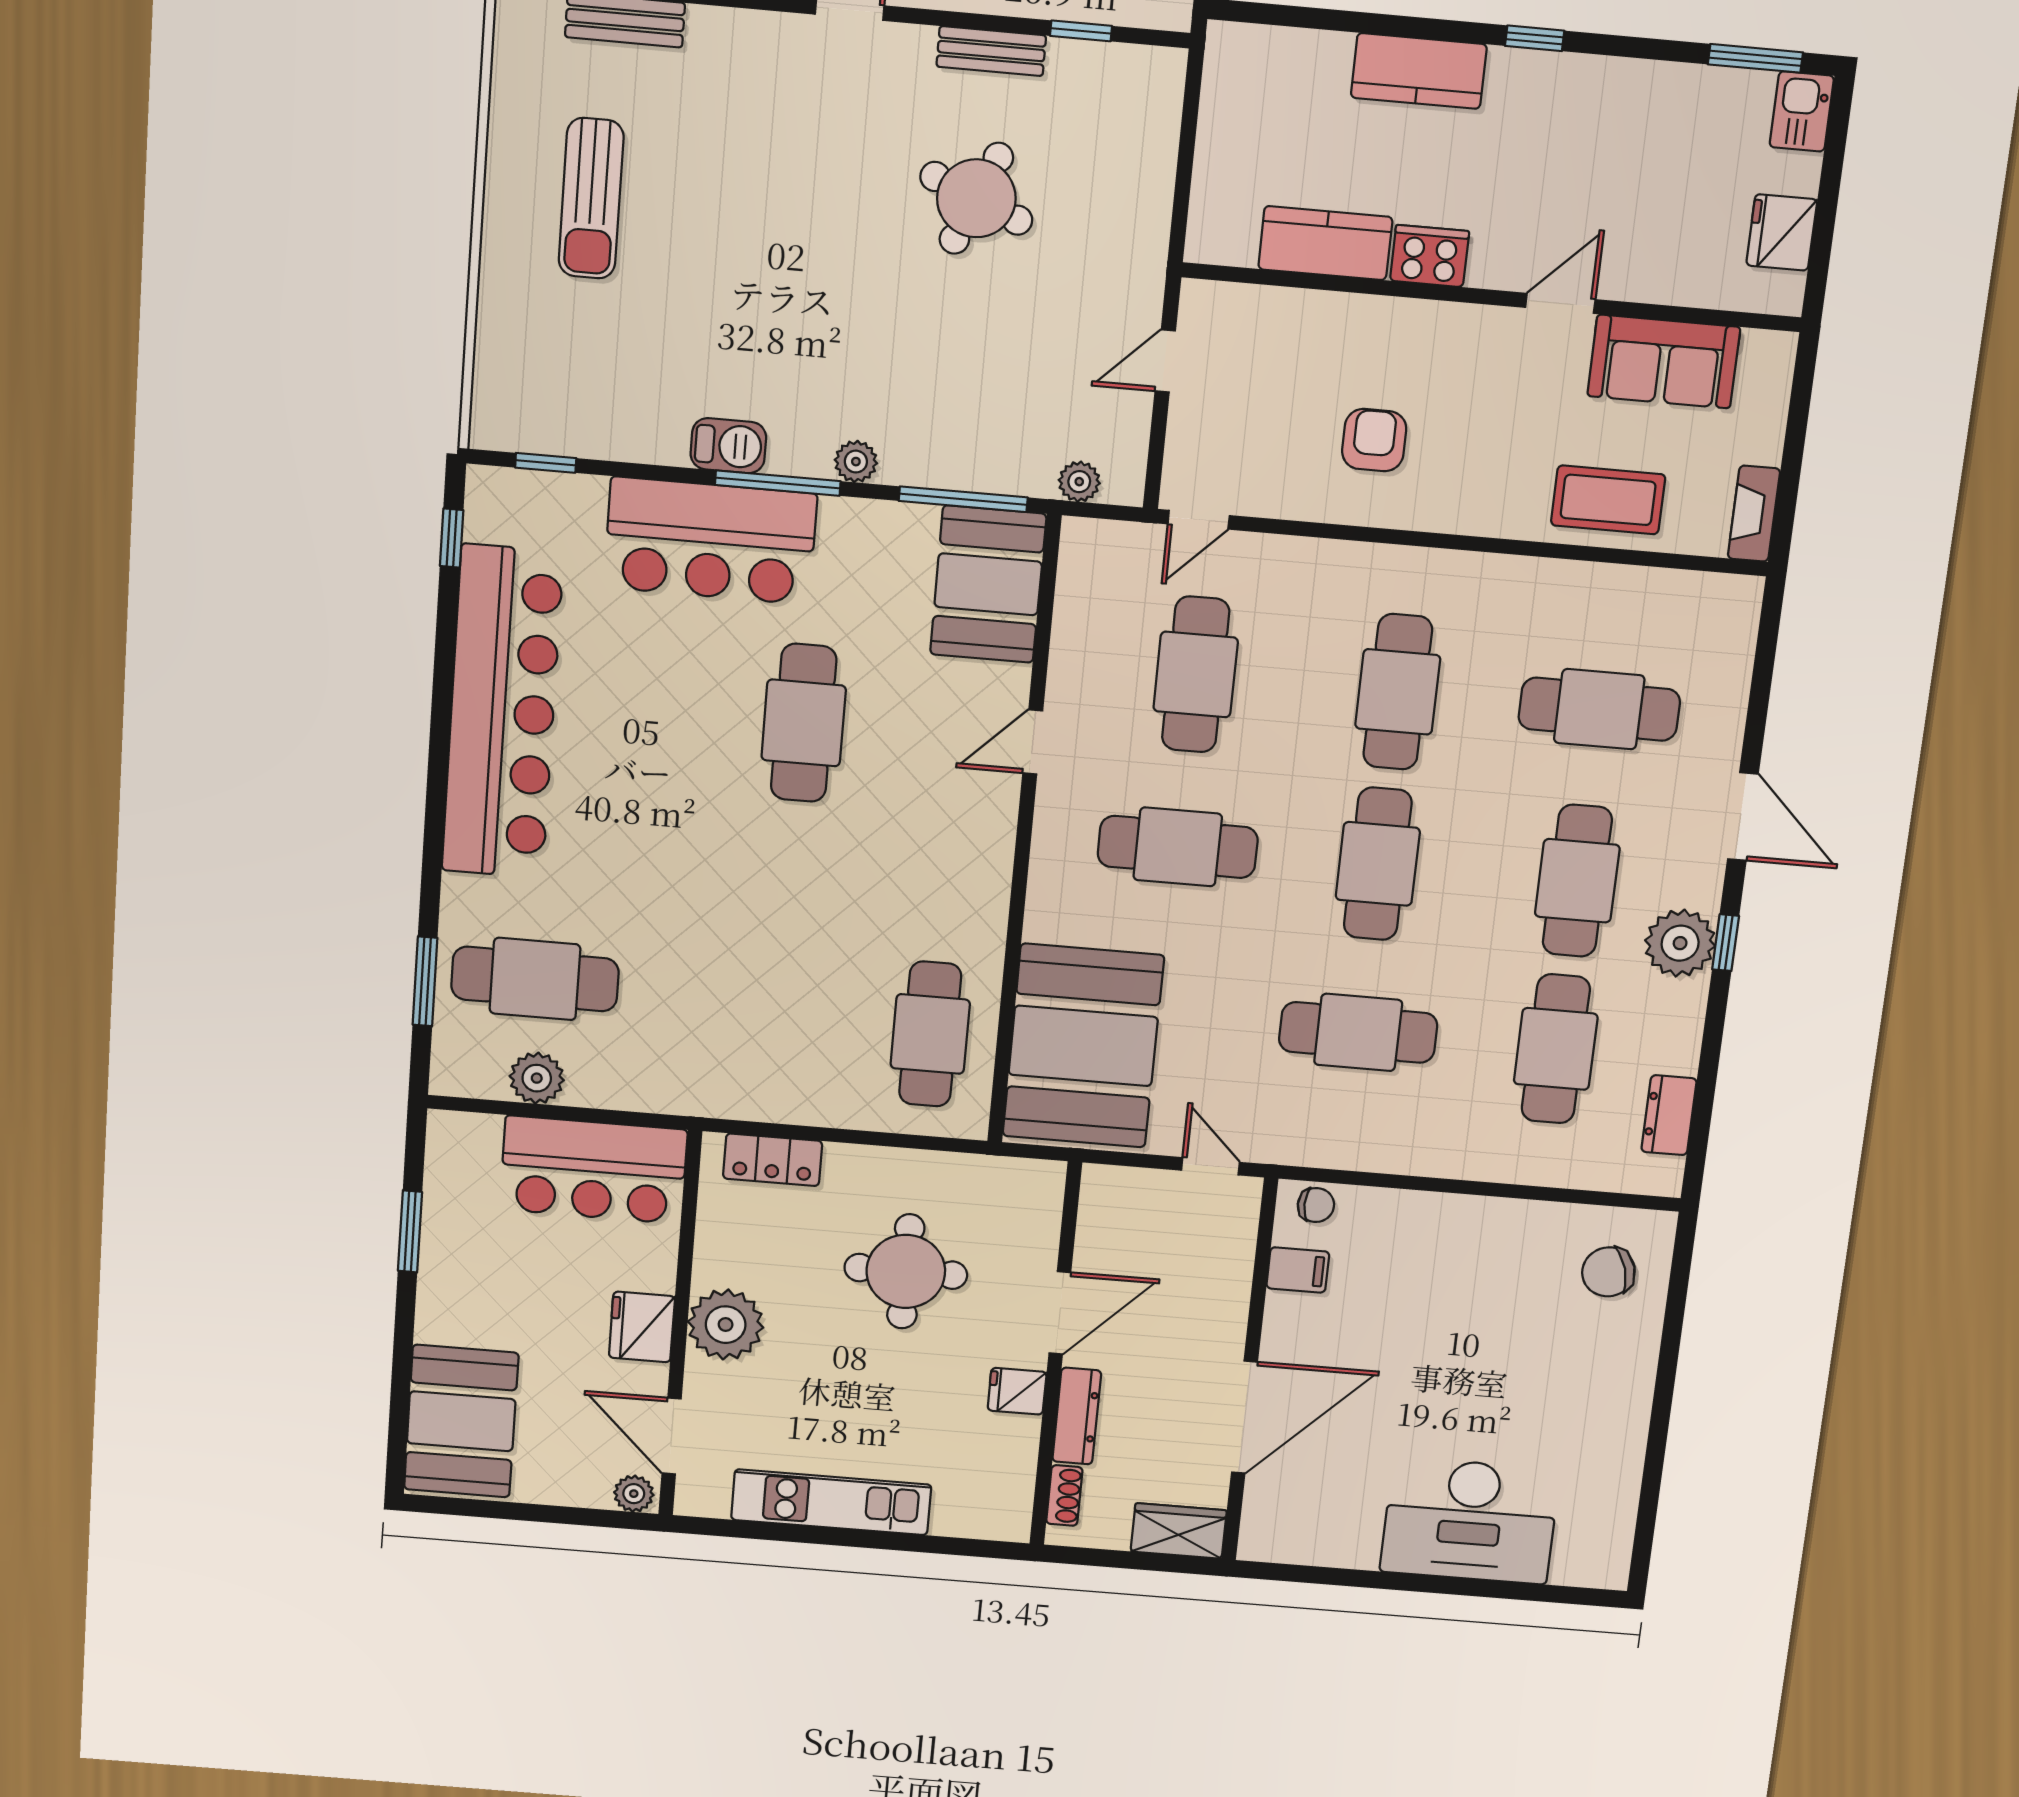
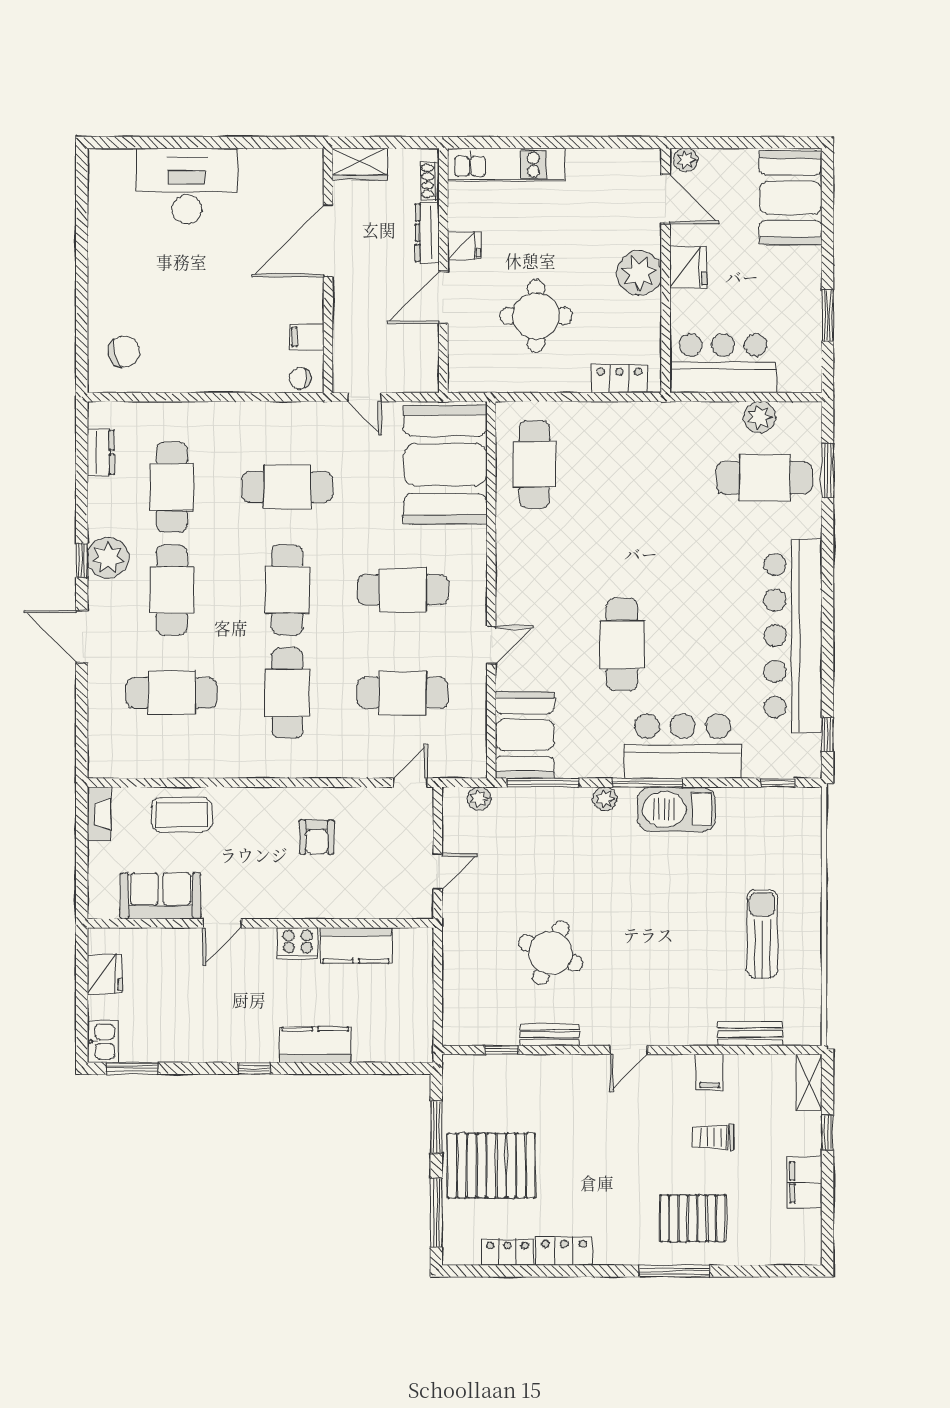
barbecue: (728, 446) -> (677, 809), width x1.88, depth x1.53
cafe table: (1196, 674) -> (403, 693), turned 90
kitchen unit: (831, 1502) -> (506, 165), moved

